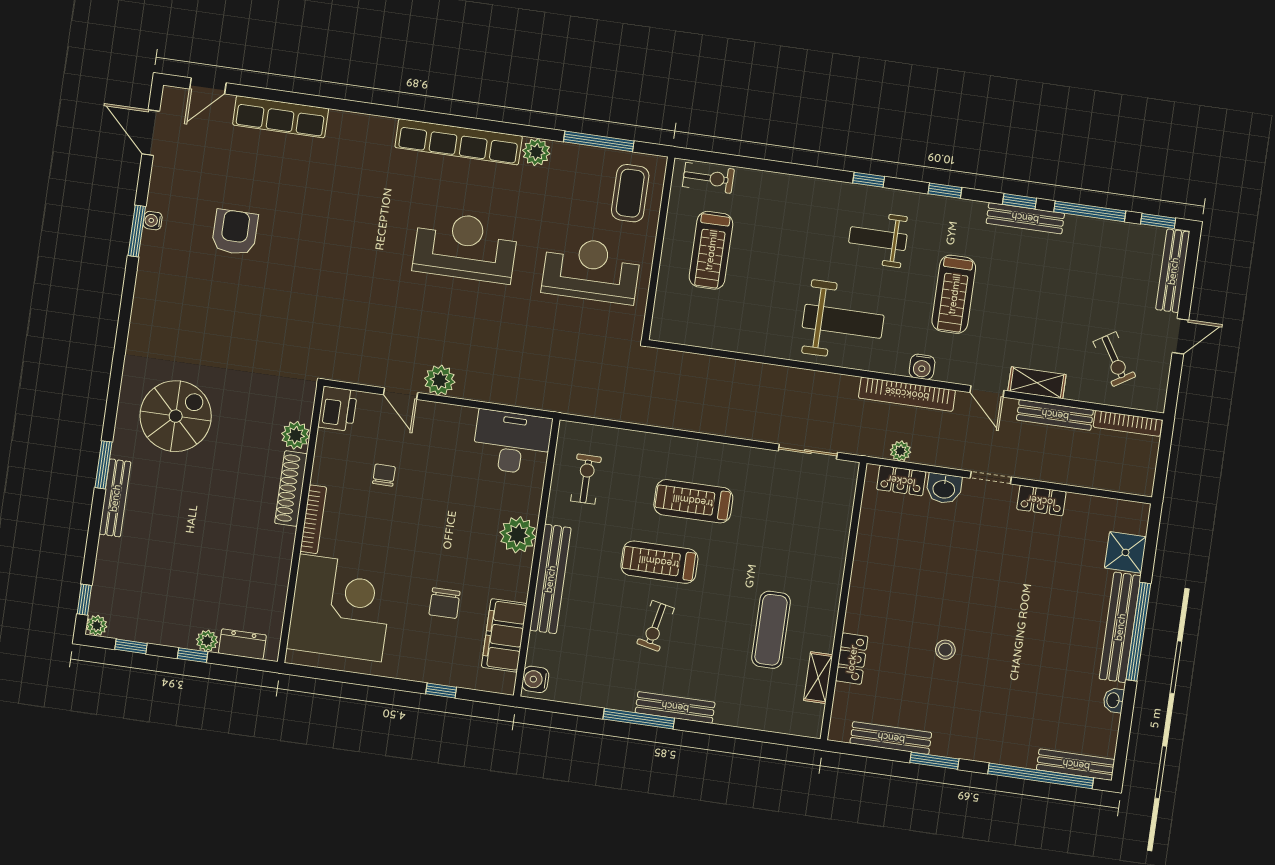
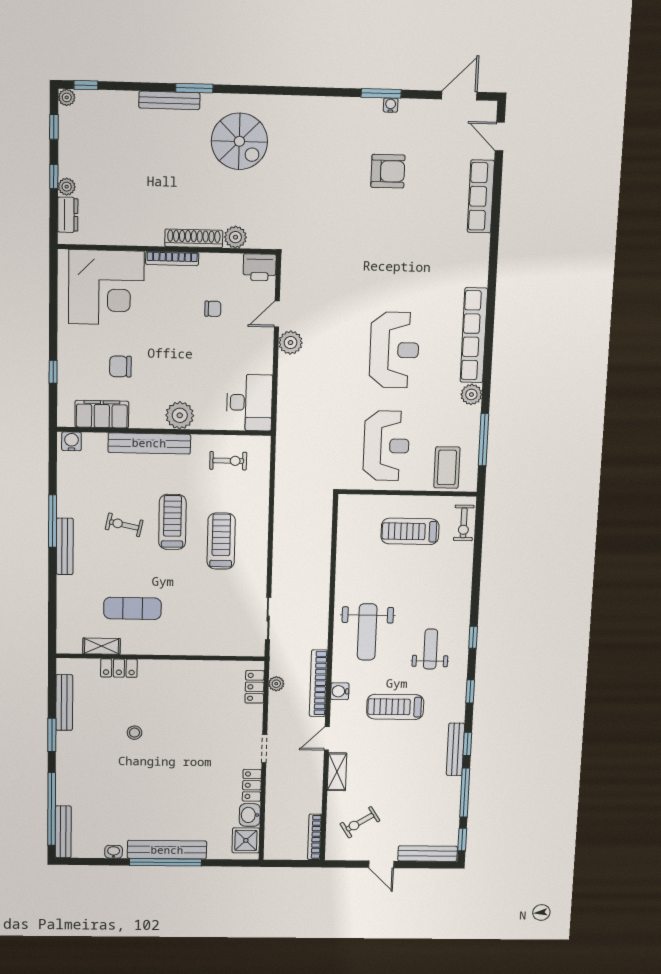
coffee table: (630, 193) -> (447, 468), turned 90
bench: (1055, 415) -> (315, 787), removed
washbasin: (944, 488) -> (250, 815), moved
shower: (1125, 552) -> (246, 840), moved

